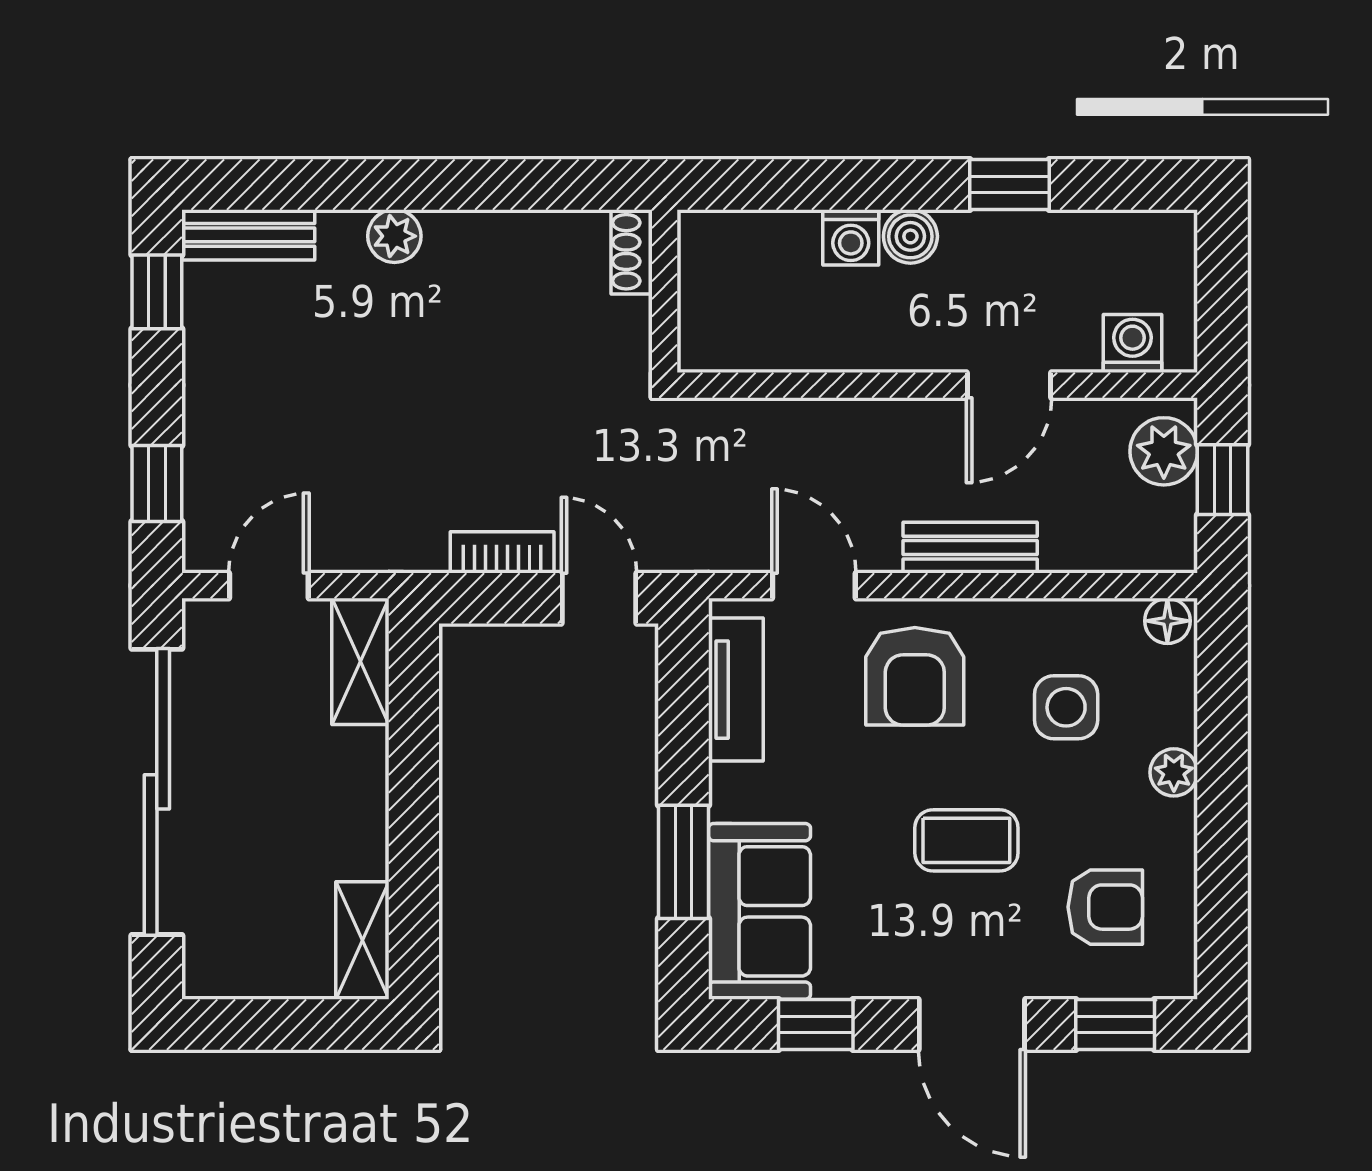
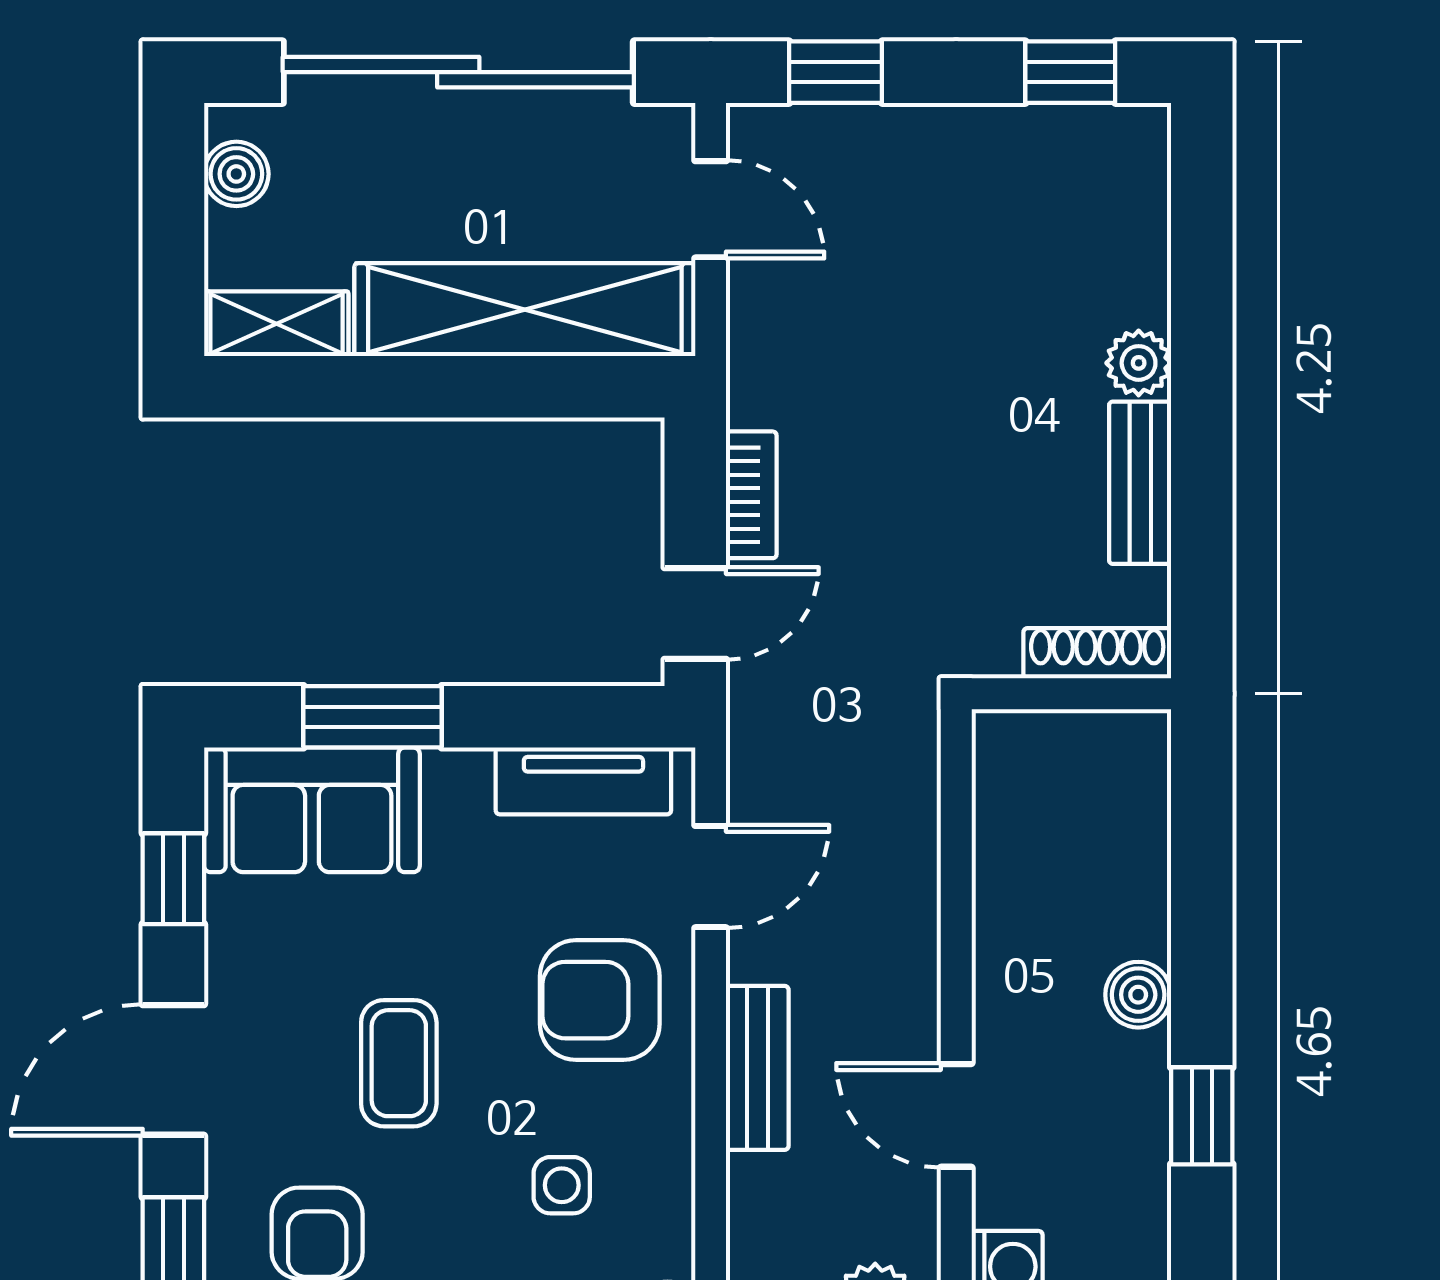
bench: (248, 235) -> (1140, 483), moved
washing machine: (851, 237) -> (1137, 922), removed
shoe rack: (632, 252) -> (1097, 653), width x1.43
shelving: (360, 661) -> (525, 310), width x2.20, depth x1.33
side table: (1066, 707) -> (562, 1185), width x0.73, depth x0.73
boiler: (240, 973) -> (236, 174), added

